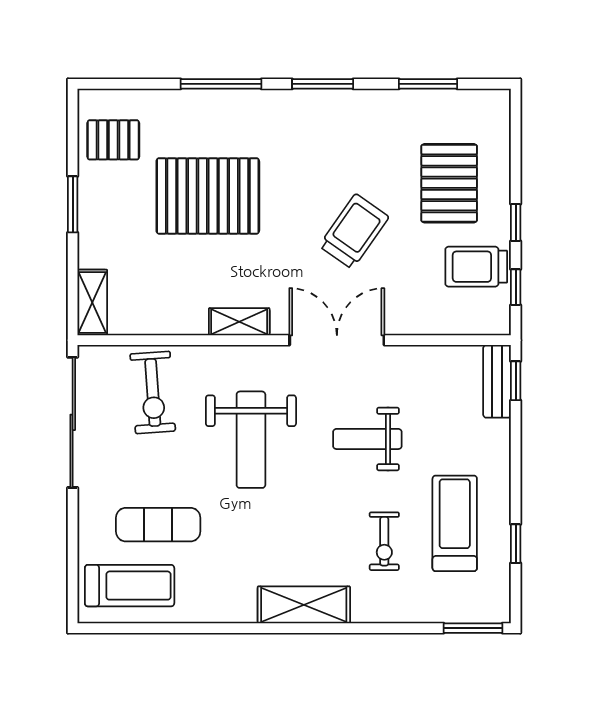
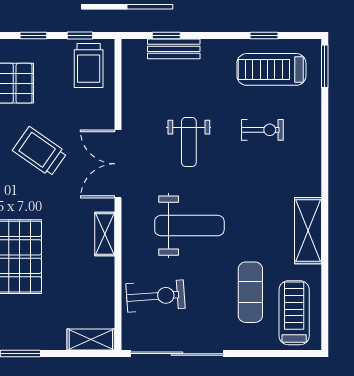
trolley: (476, 267) -> (89, 66), moved
bench: (497, 381) -> (174, 49), moved
window: (516, 381) -> (166, 35), moved
treadmill: (455, 523) -> (271, 69), moved
shelving: (304, 605) -> (308, 231), moved

